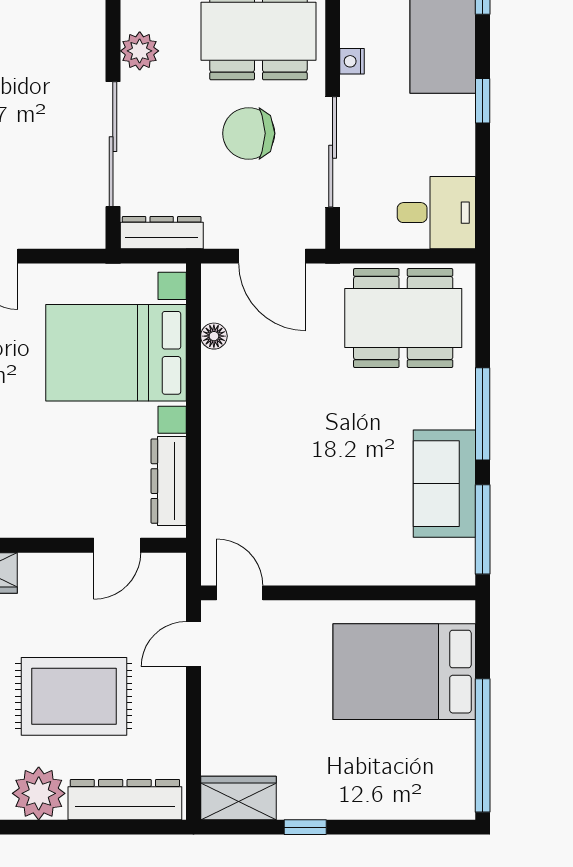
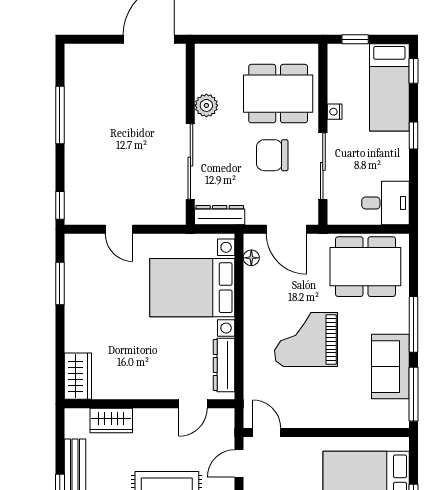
floor lamp: (214, 336) -> (251, 258), moved
grand piano: (305, 439) -> (306, 339), added

